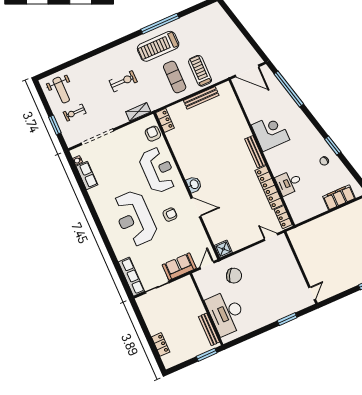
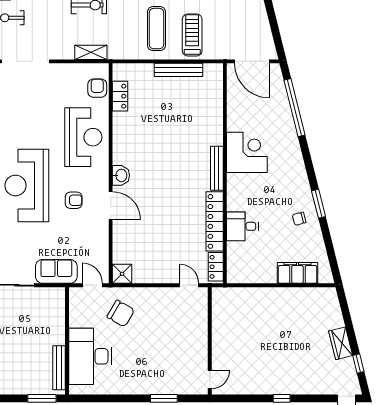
locker: (165, 120) -> (120, 96), moved
door: (207, 265) -> (92, 285), hinge flipped

